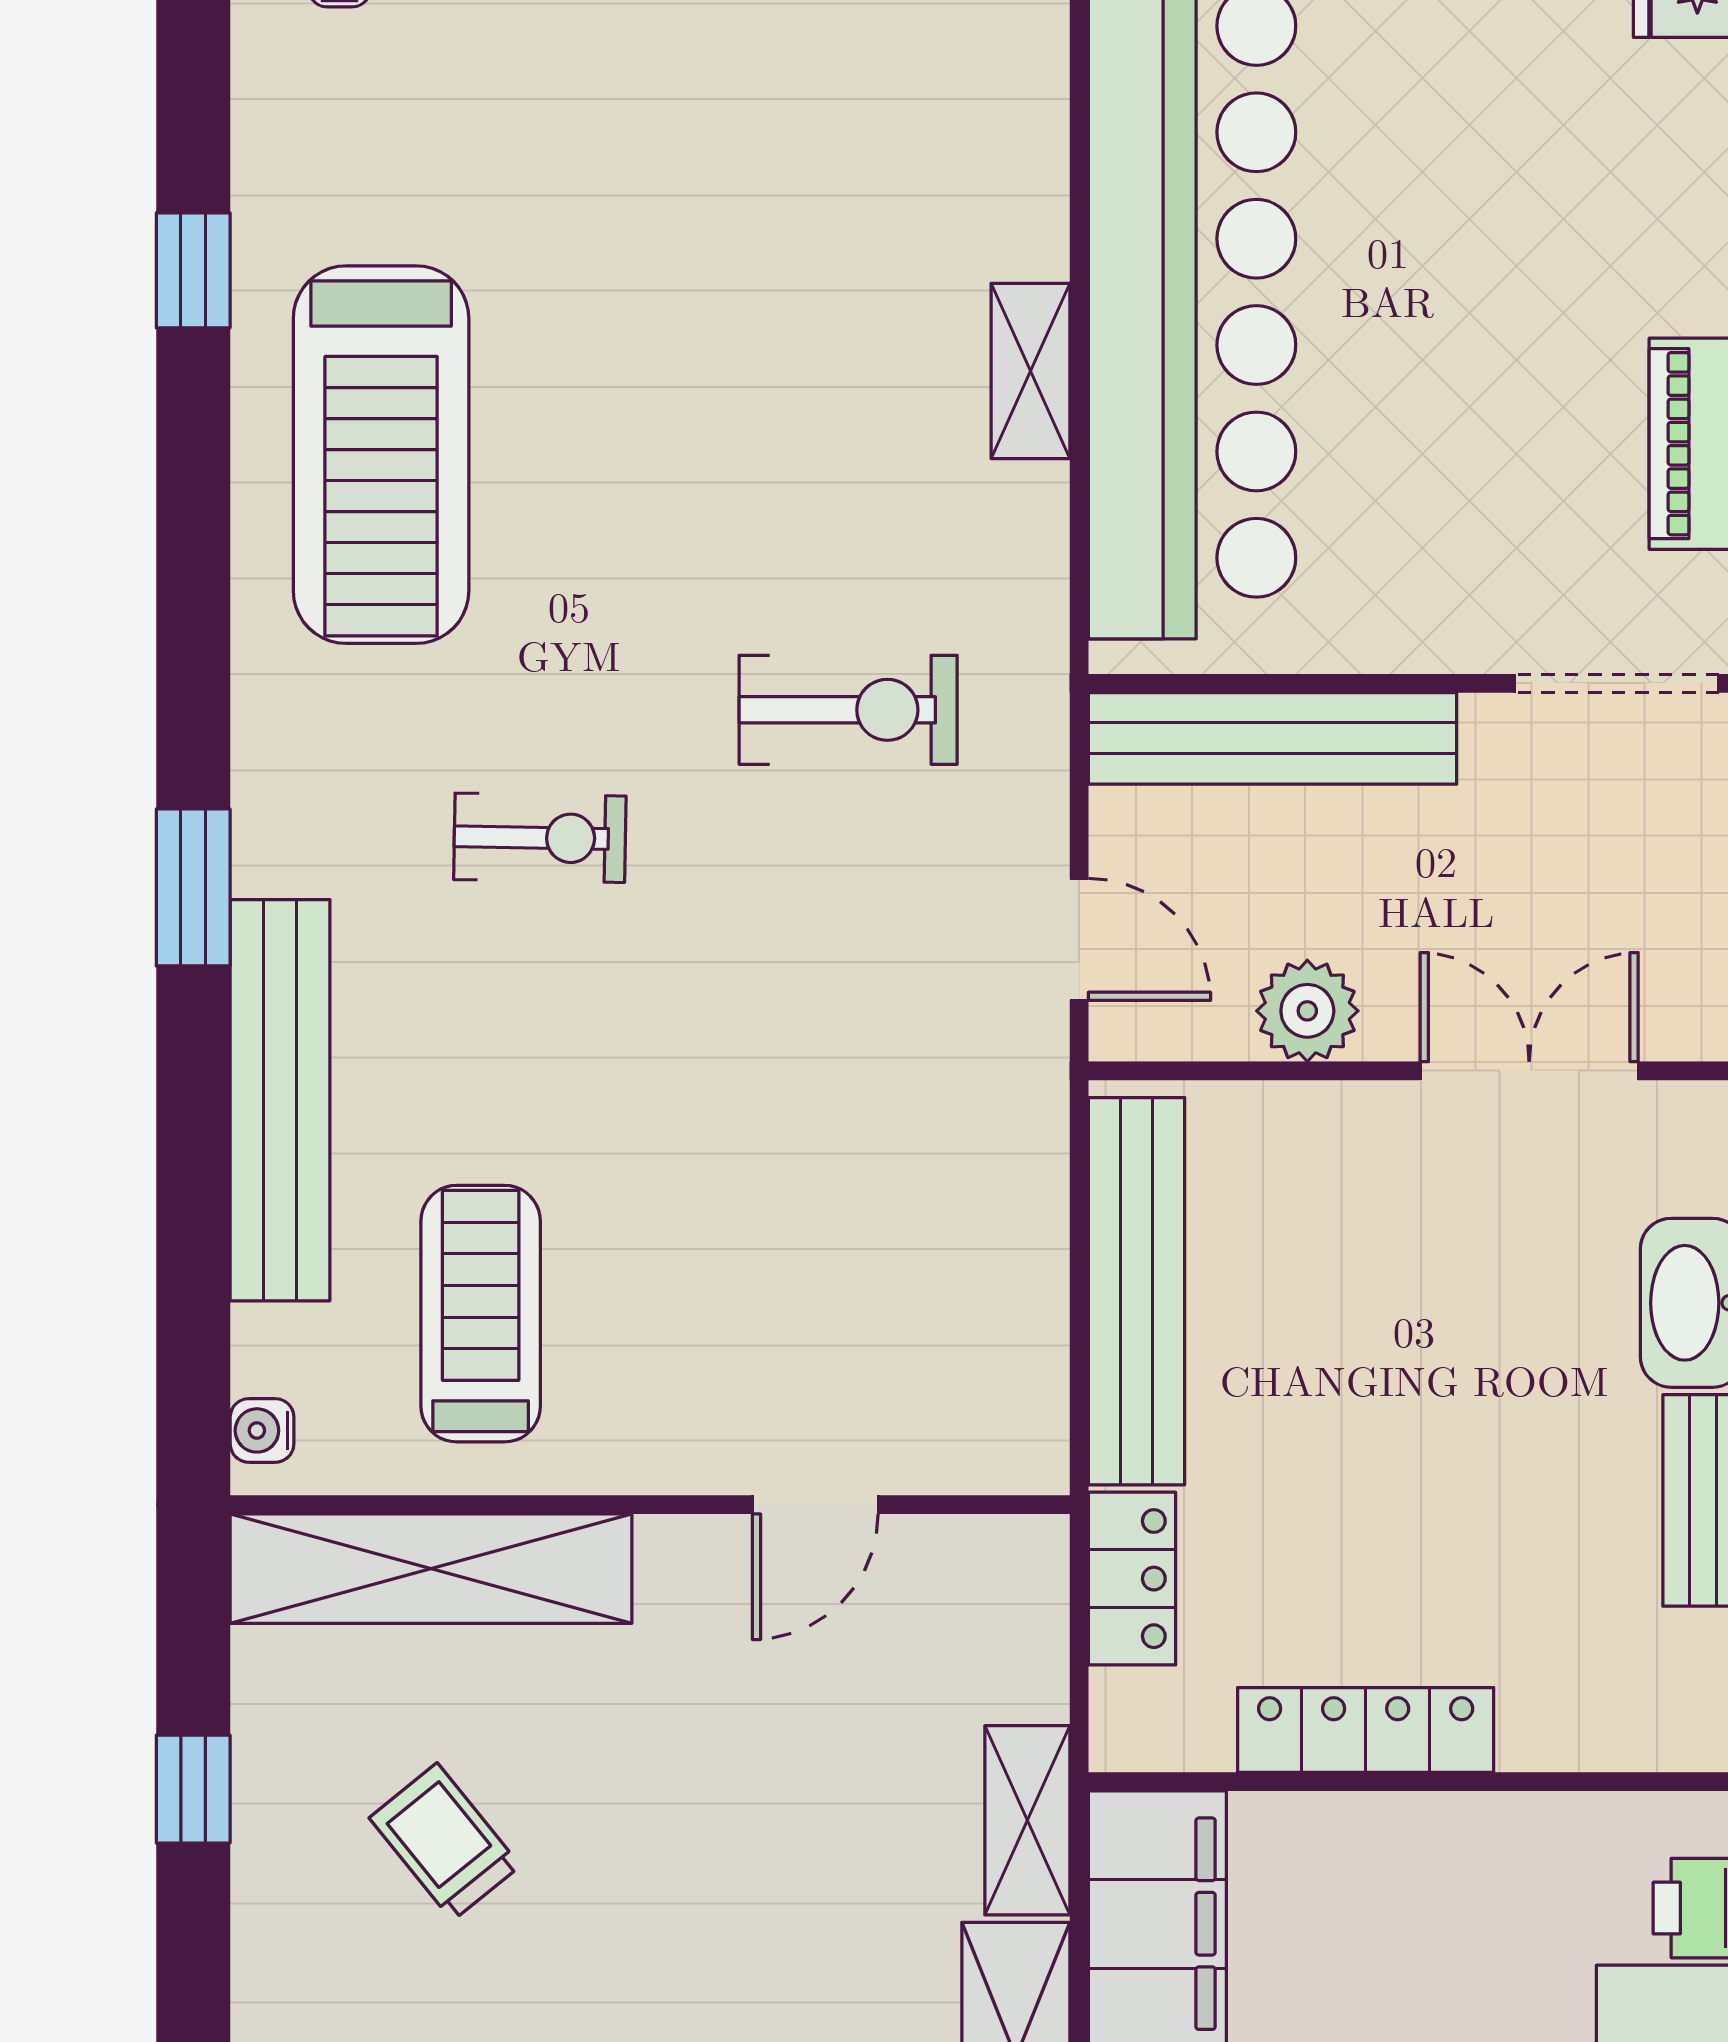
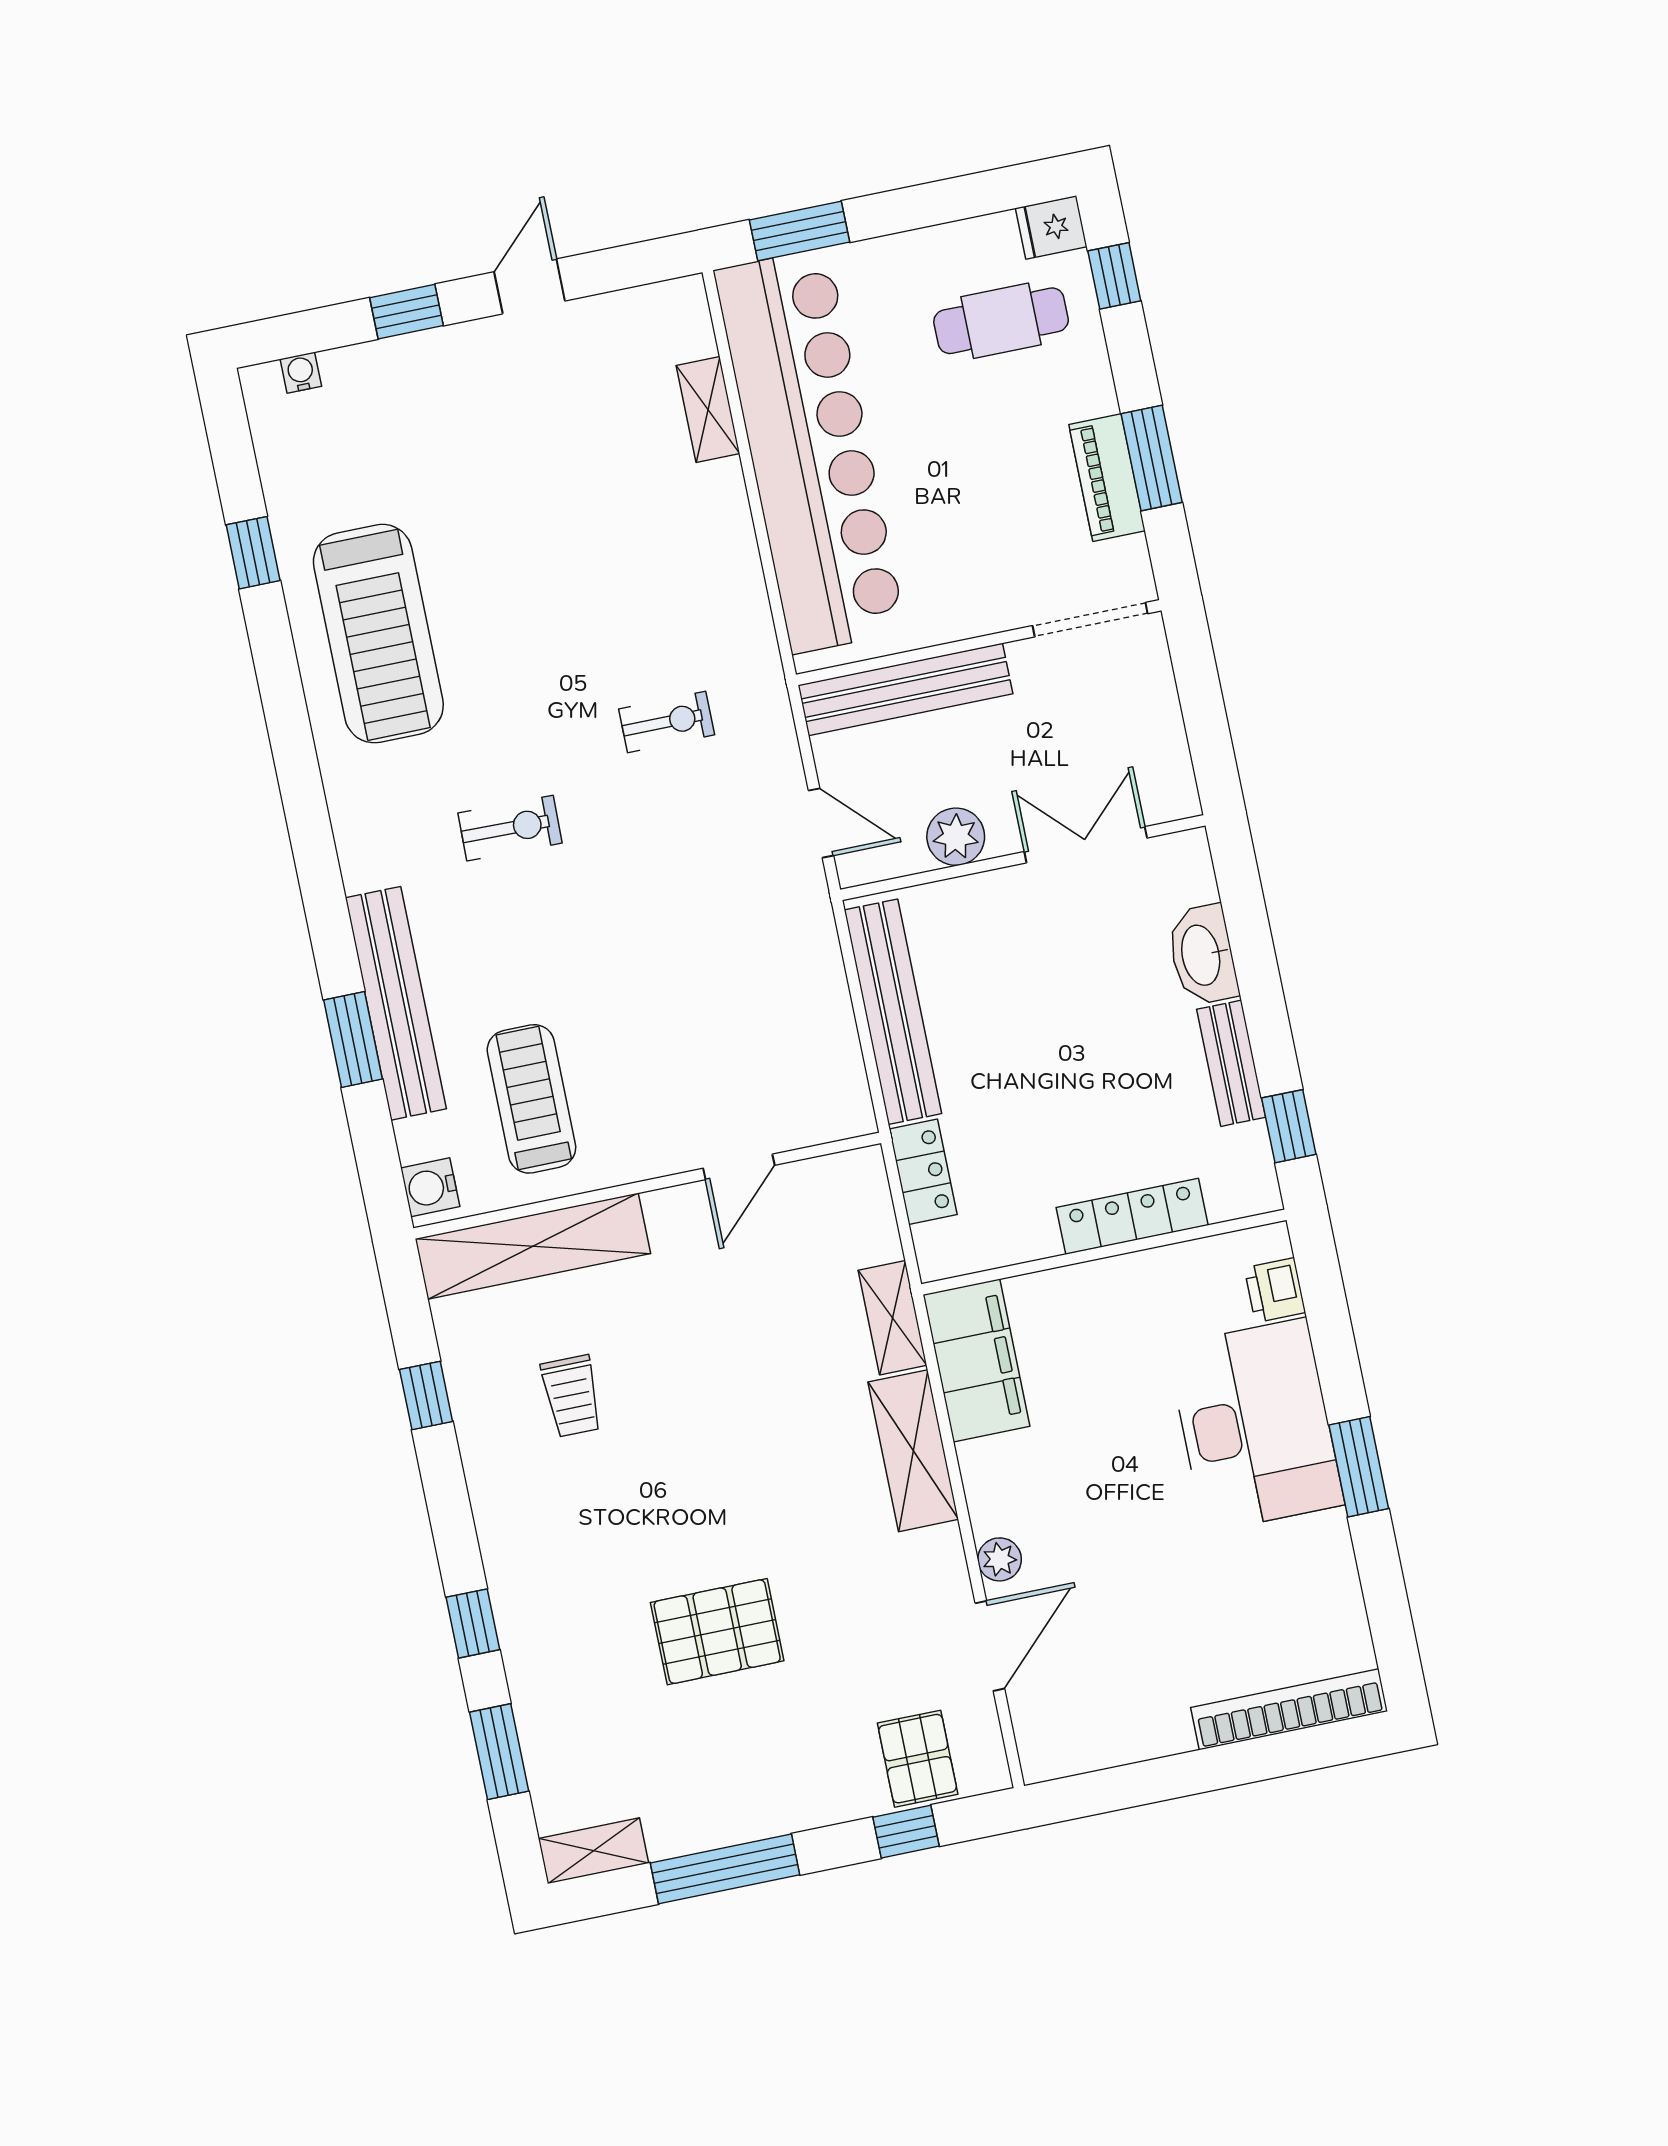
cafe table: (1569, 135) -> (1001, 321), added
shelving: (1030, 371) -> (708, 409), moved
exercise bike: (848, 710) -> (667, 722), width x0.73, depth x0.72
window: (193, 887) -> (353, 1039), moved
water cooler: (262, 1430) -> (430, 1187), width x1.38, depth x1.38
locker: (1366, 1730) -> (1132, 1216), moved
trolley: (445, 1842) -> (572, 1396), turned -141

